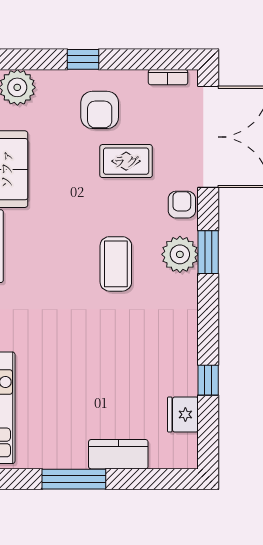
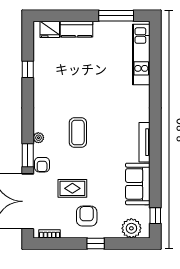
window: (208, 252) -> (28, 155), moved
plant: (180, 254) -> (38, 138), width x0.53, depth x0.53
fridge: (183, 414) -> (50, 29), moved, turned 90
window: (74, 479) -> (116, 16), moved

